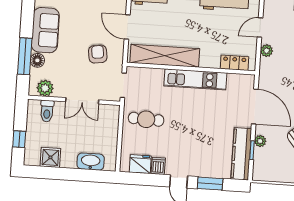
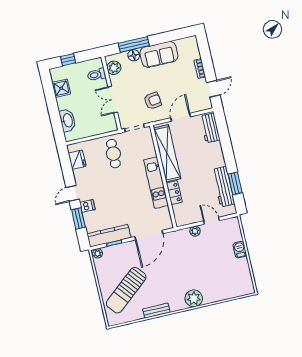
locker: (234, 63) -> (174, 193), moved
plant: (260, 141) -> (98, 253), moved
dishwasher: (158, 166) -> (87, 206), moved

